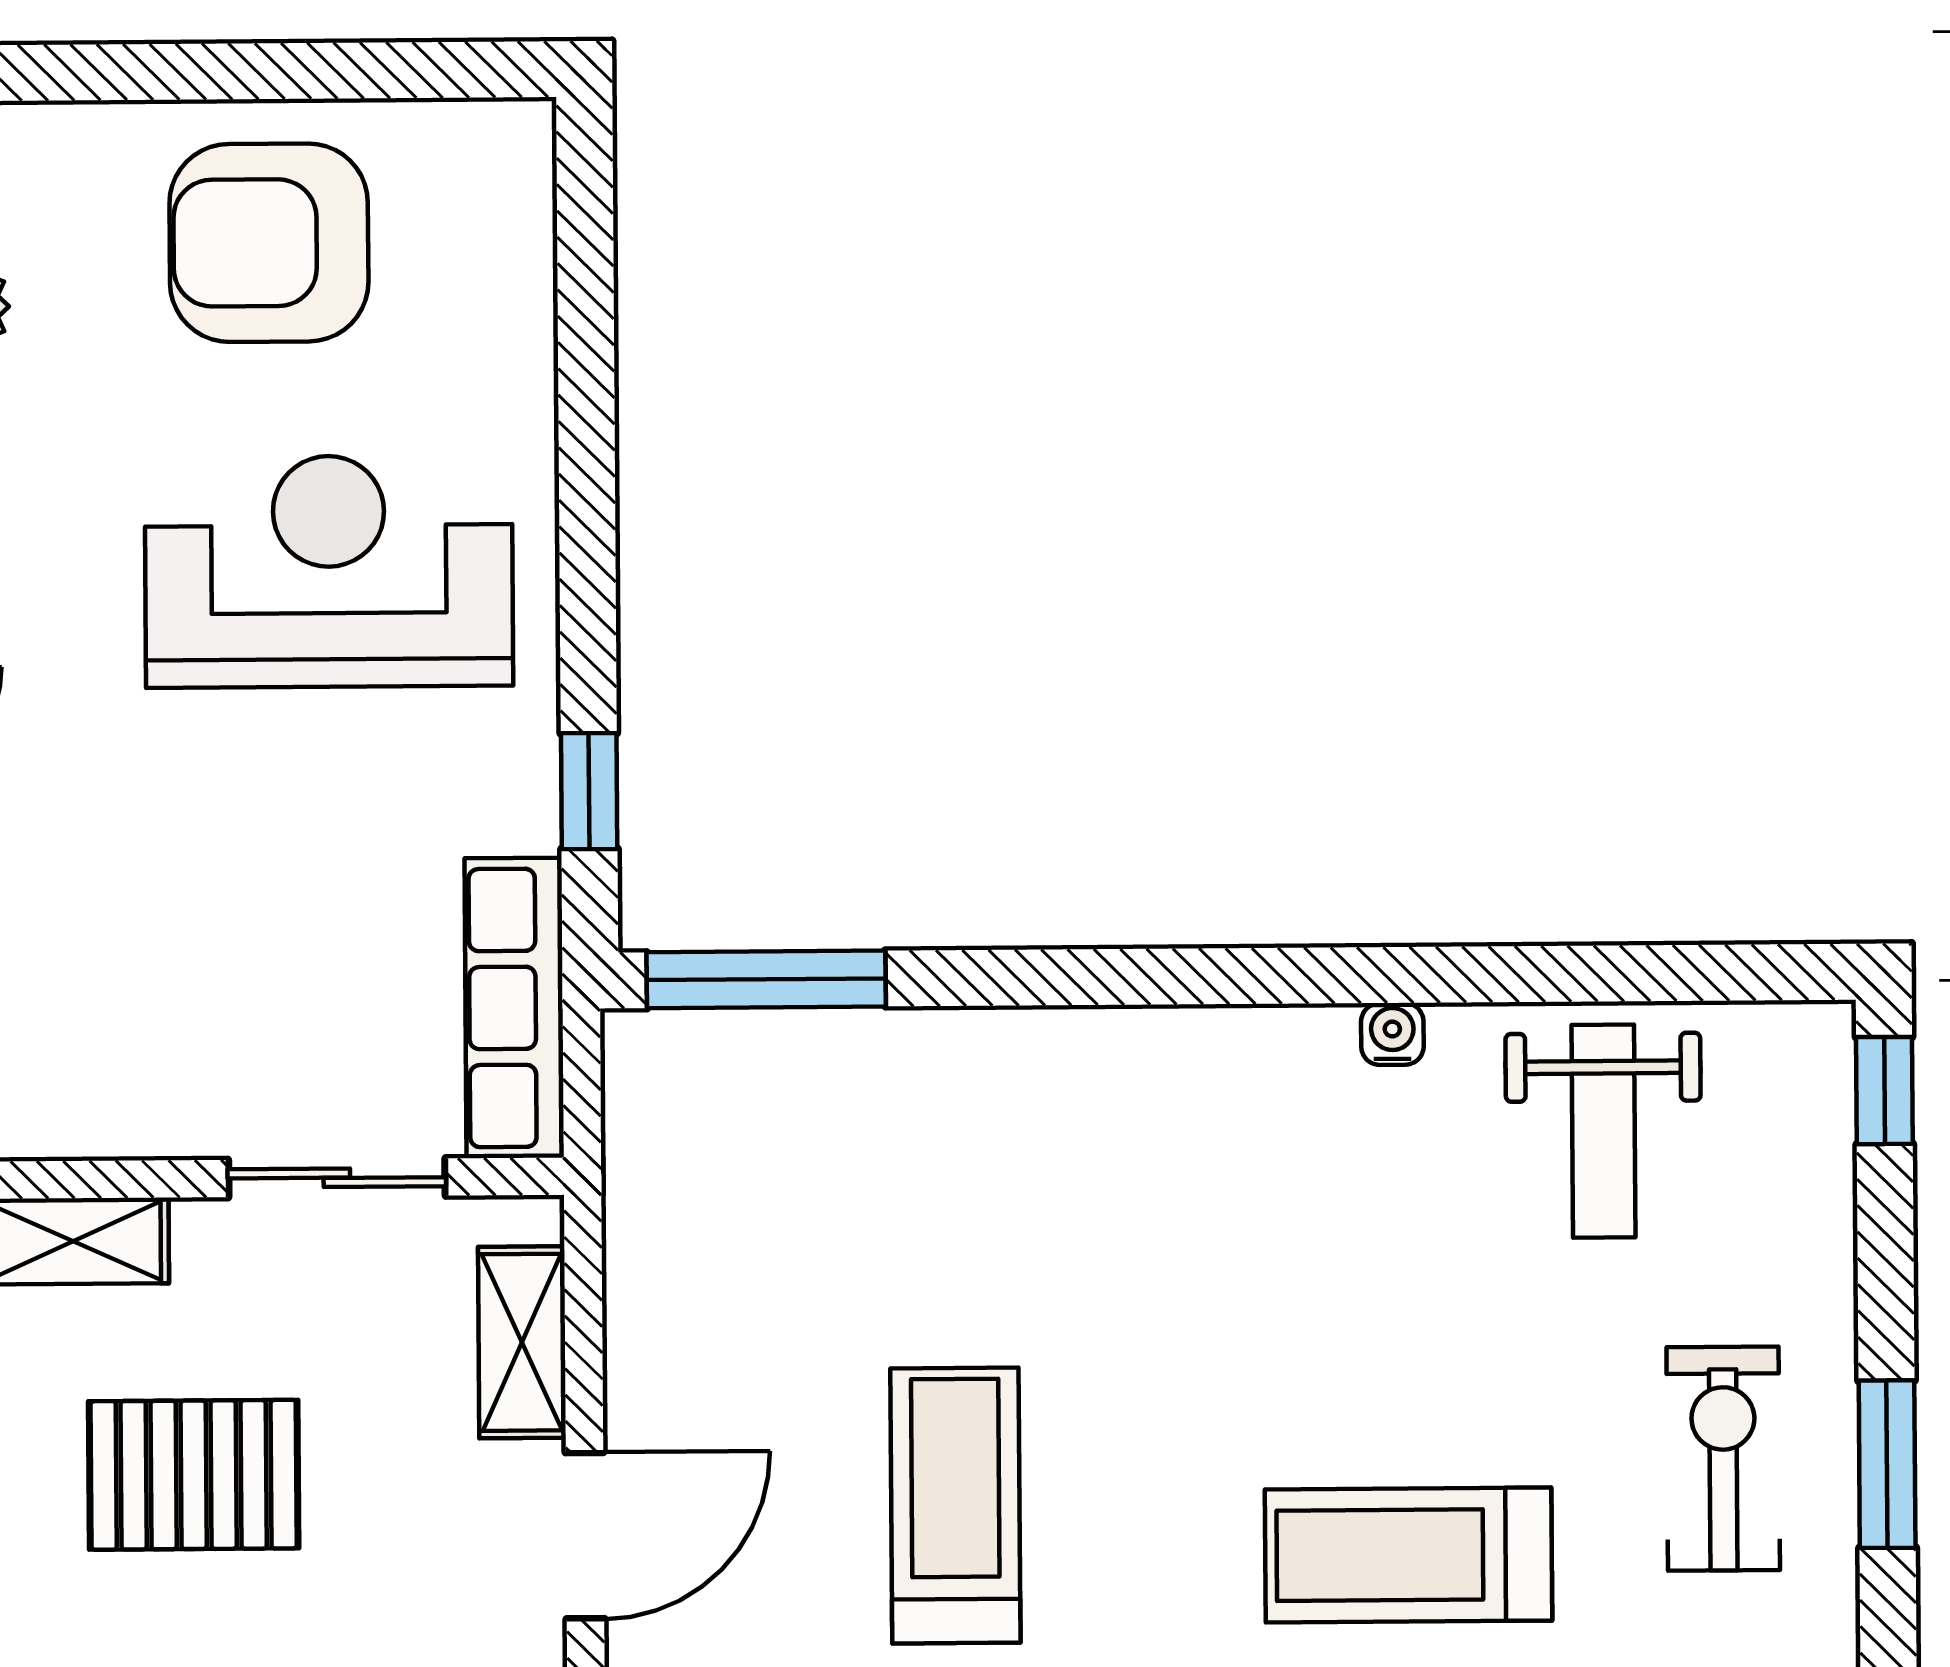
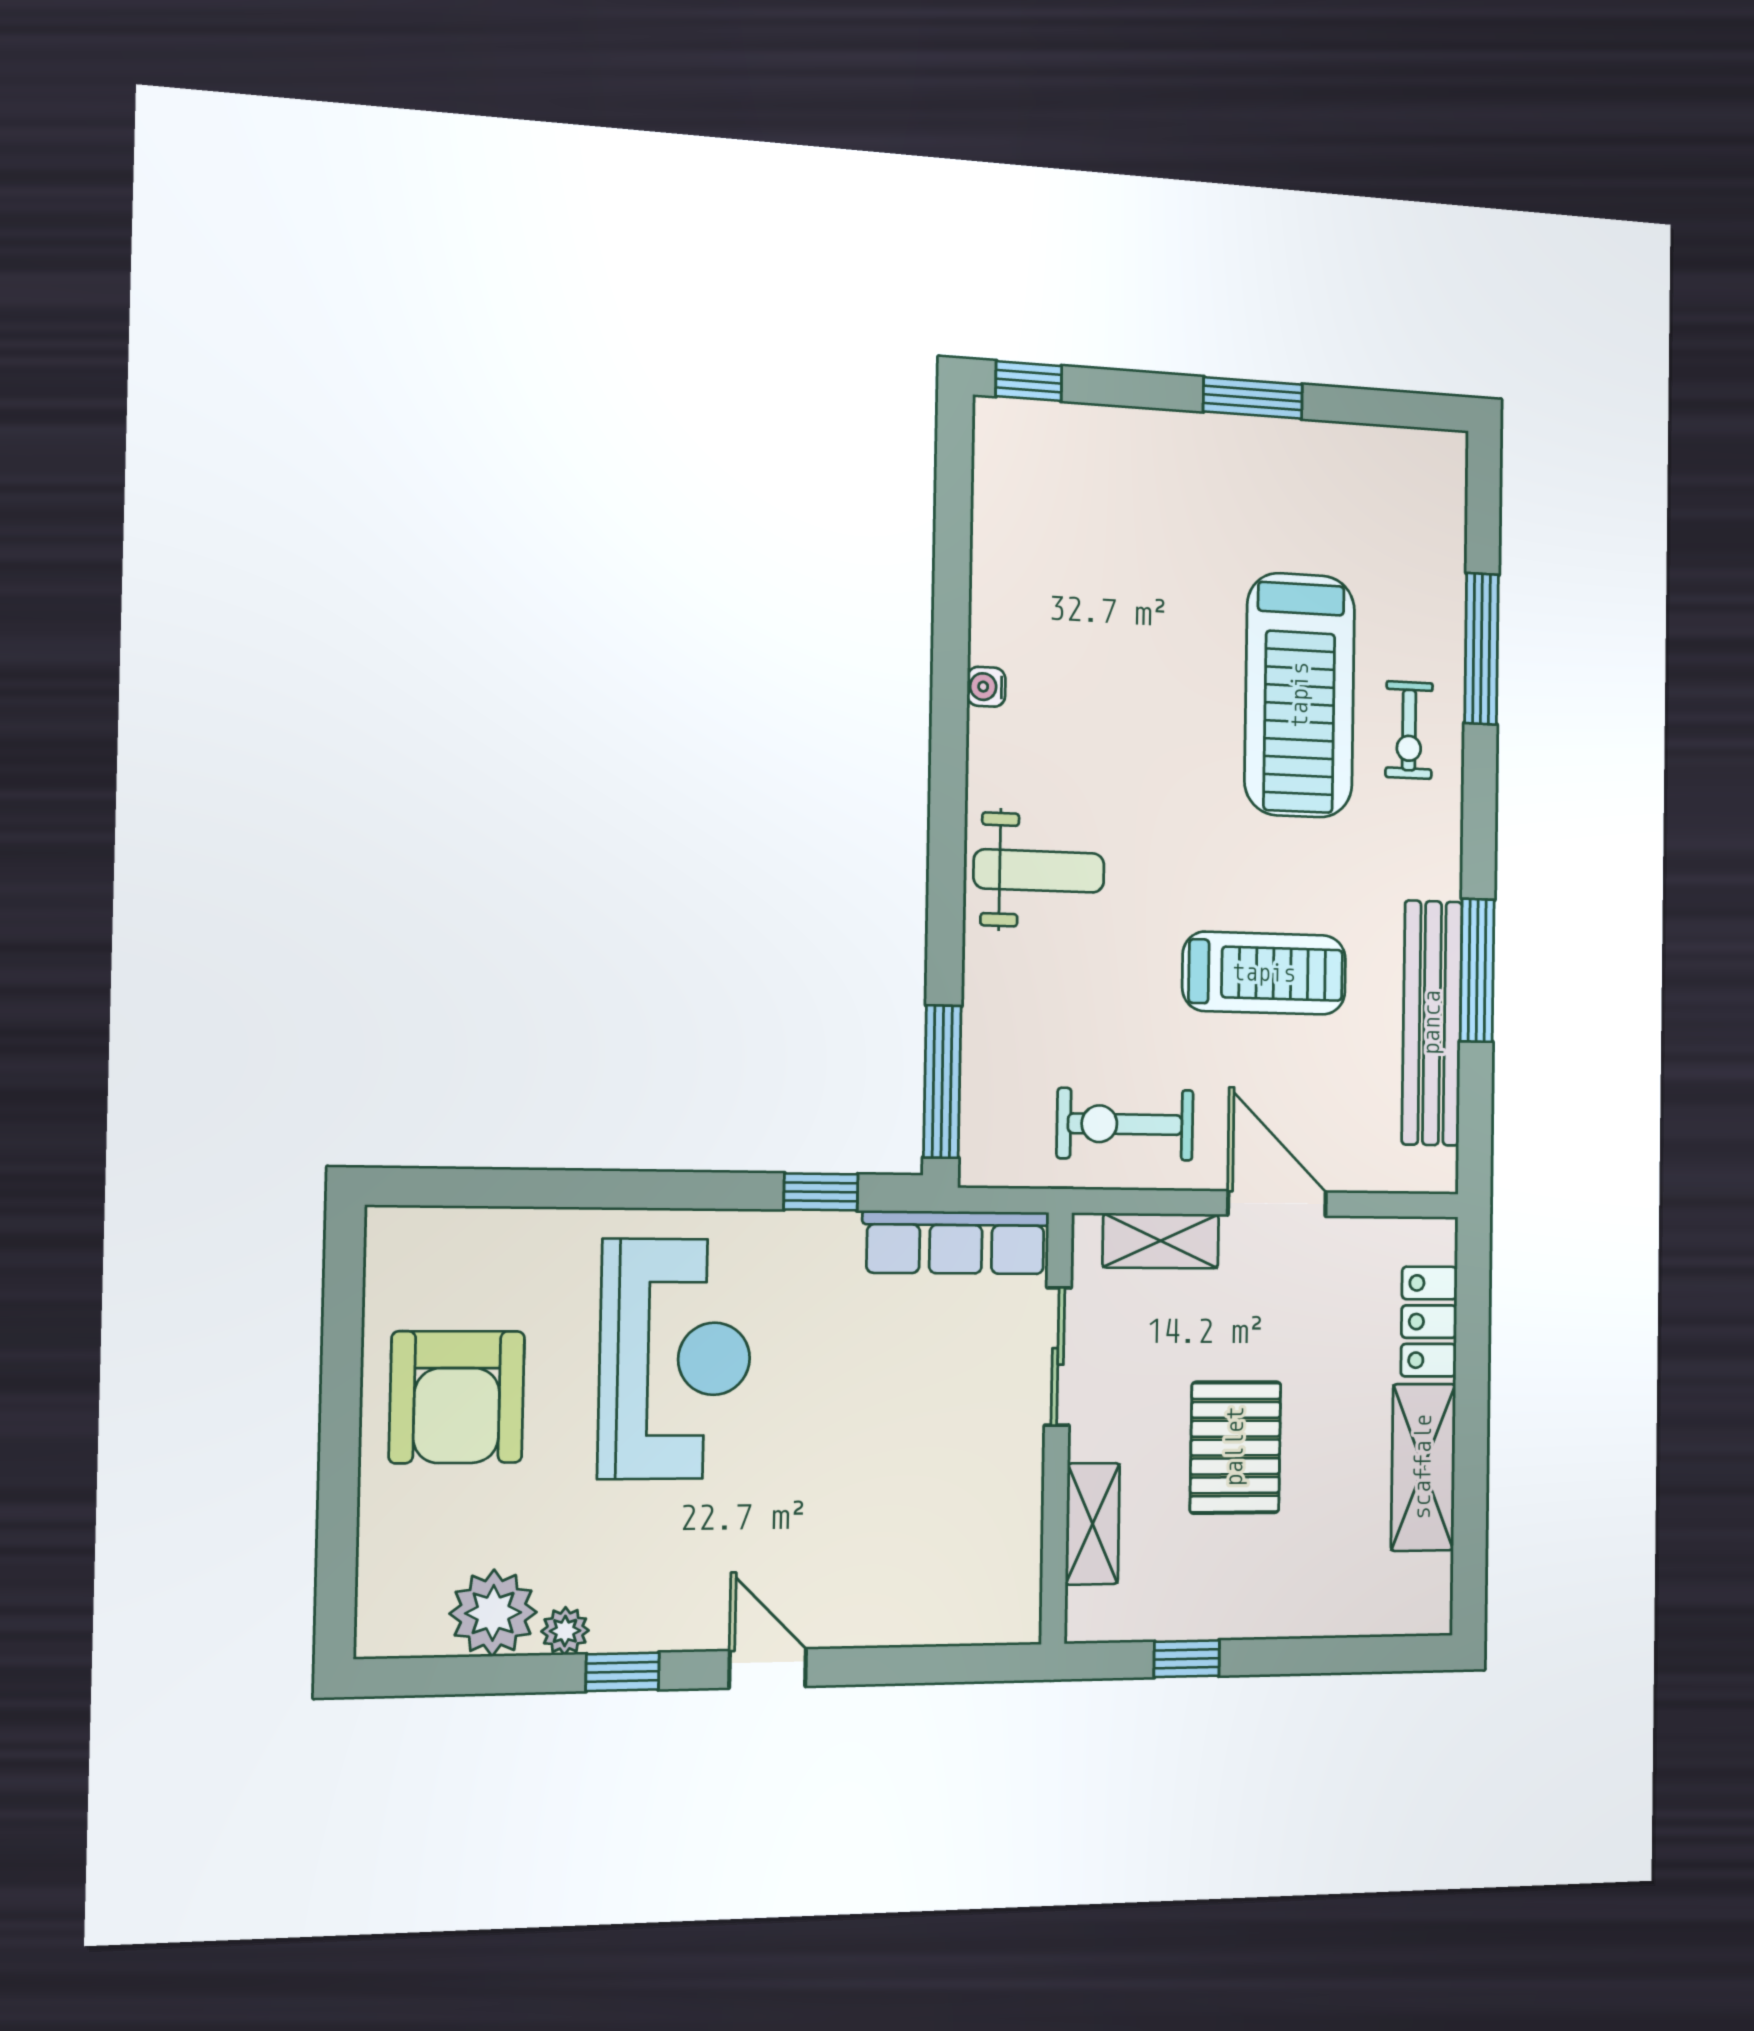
reception desk: (329, 571) -> (675, 1359), turned 180
weight bench: (1603, 1131) -> (1039, 871), moved
exercise bike: (1723, 1459) -> (1125, 1124), moved
treadmill: (955, 1505) -> (1264, 973), turned 180
treadmill: (1408, 1555) -> (1300, 695), width x1.37, depth x1.38

